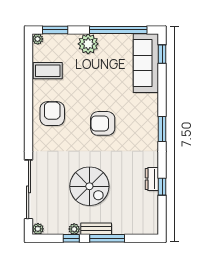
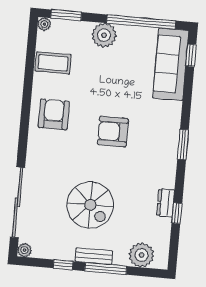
plant: (74, 229) -> (142, 255), moved, width x1.87, depth x1.87

